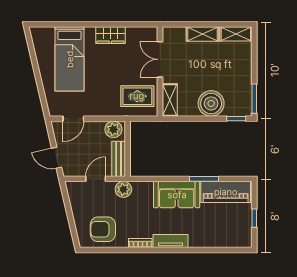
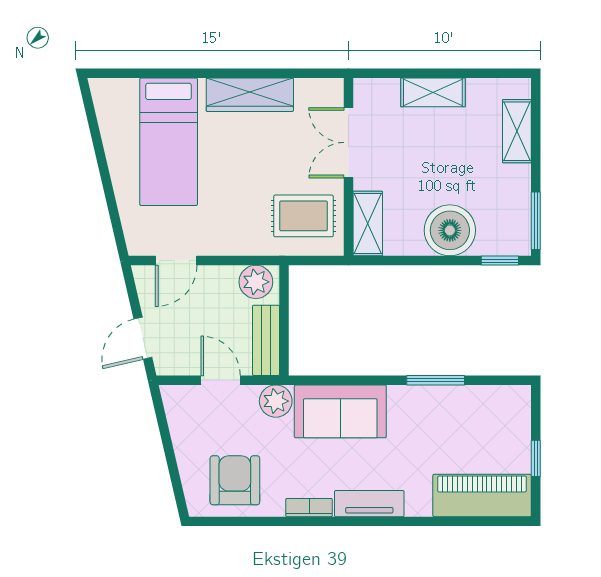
shelving: (236, 34) -> (517, 131), moved, turned 90
wardrobe: (110, 35) -> (250, 95), width x1.50
door: (57, 158) -> (143, 338), hinge flipped
door: (96, 179) -> (221, 380), hinge flipped
piano: (226, 192) -> (482, 495), moved, turned 180
sofa: (177, 195) -> (340, 411), moved
armchair: (103, 229) -> (235, 480), turned 90

